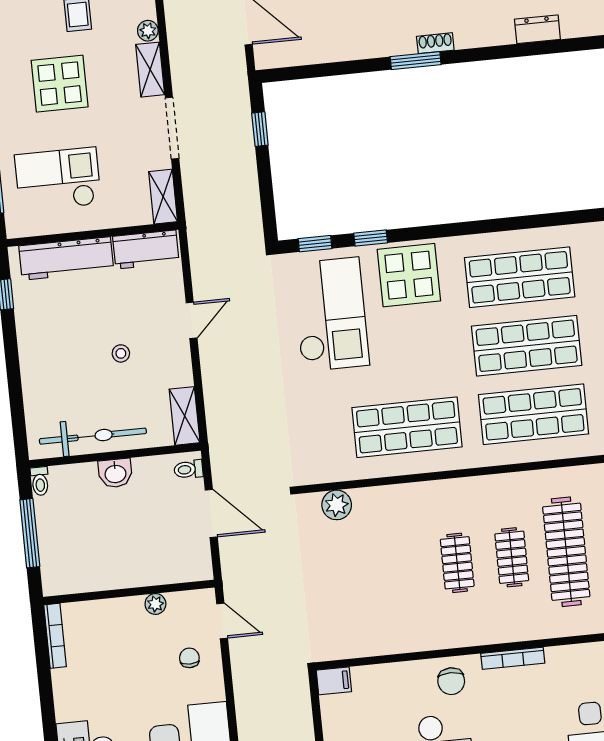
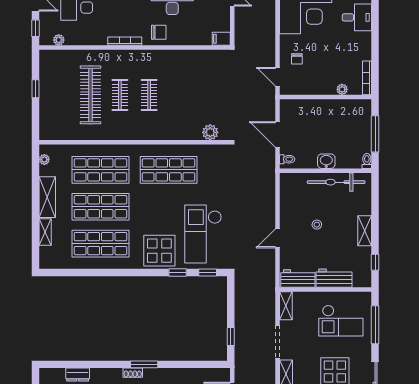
workbench: (66, 258) -> (334, 278), width x0.73
shelving: (185, 416) -> (365, 231), moved
plant: (155, 604) -> (342, 89), moved
chair: (451, 681) -> (159, 32), turned 90

